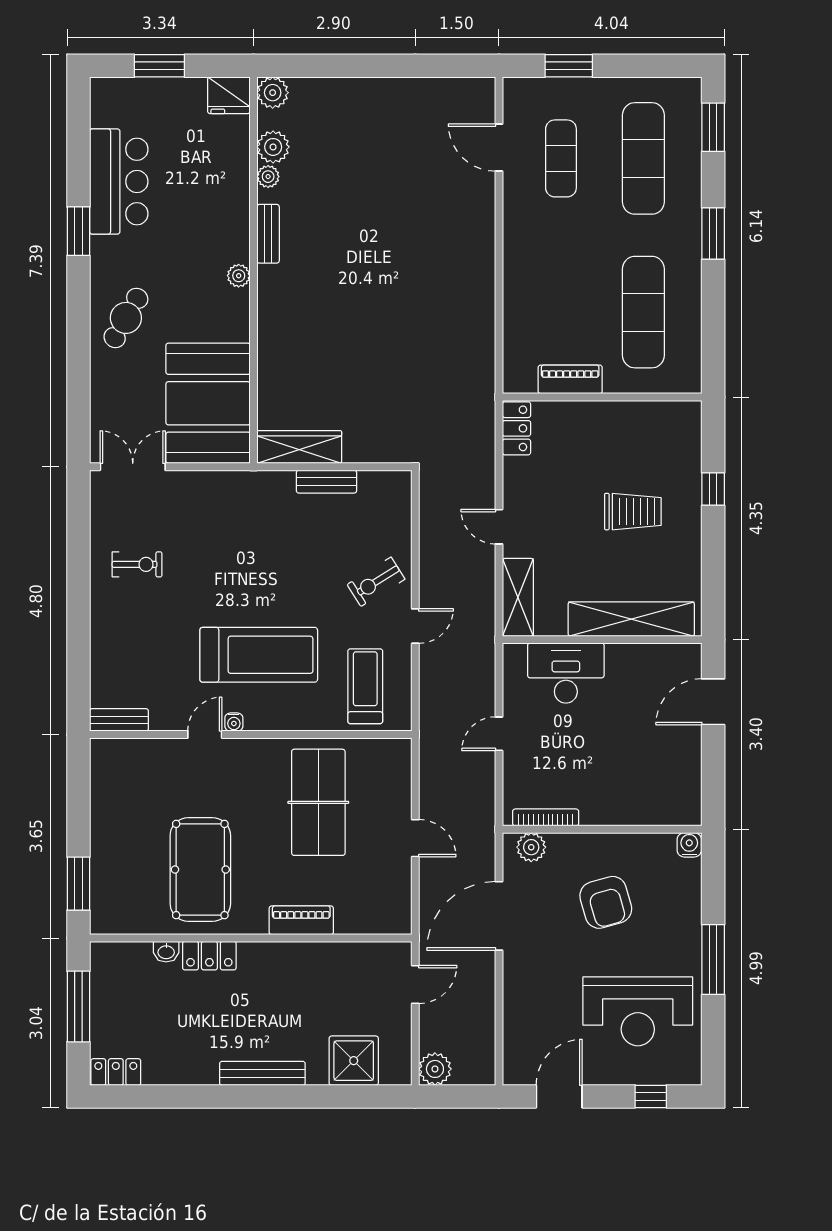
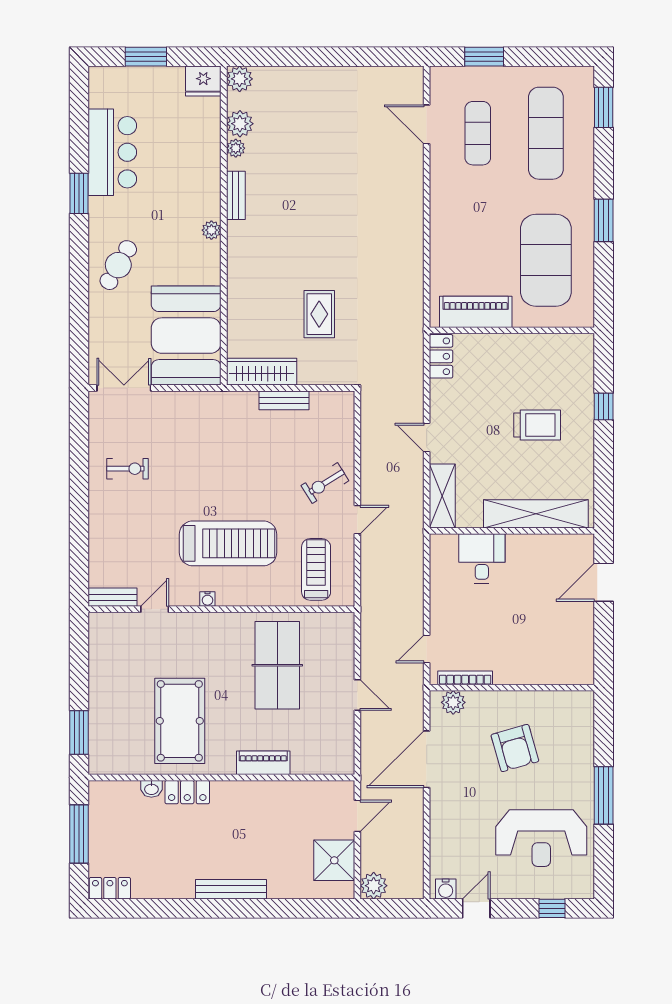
window: (713, 234) -> (604, 220), moved
exercise mat: (643, 312) -> (546, 260), width x1.47
rug: (369, 377) -> (319, 314), added
piano: (570, 379) -> (476, 312), width x1.37, depth x1.33
desk: (566, 673) -> (482, 558), width x0.73
door: (205, 734) -> (155, 609), moved
door: (499, 734) -> (427, 649), moved
water cooler: (689, 845) -> (446, 889), moved, turned 180
shower: (354, 1061) -> (334, 860), moved
door: (559, 1096) -> (476, 908), width x0.73

